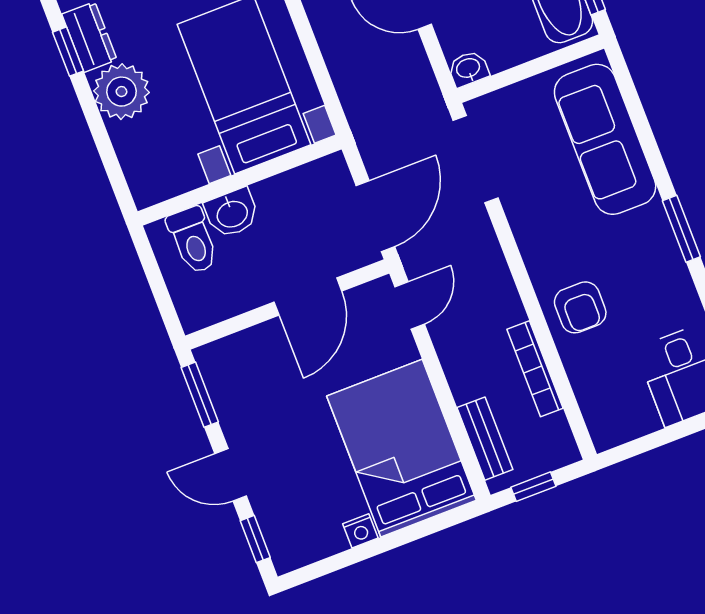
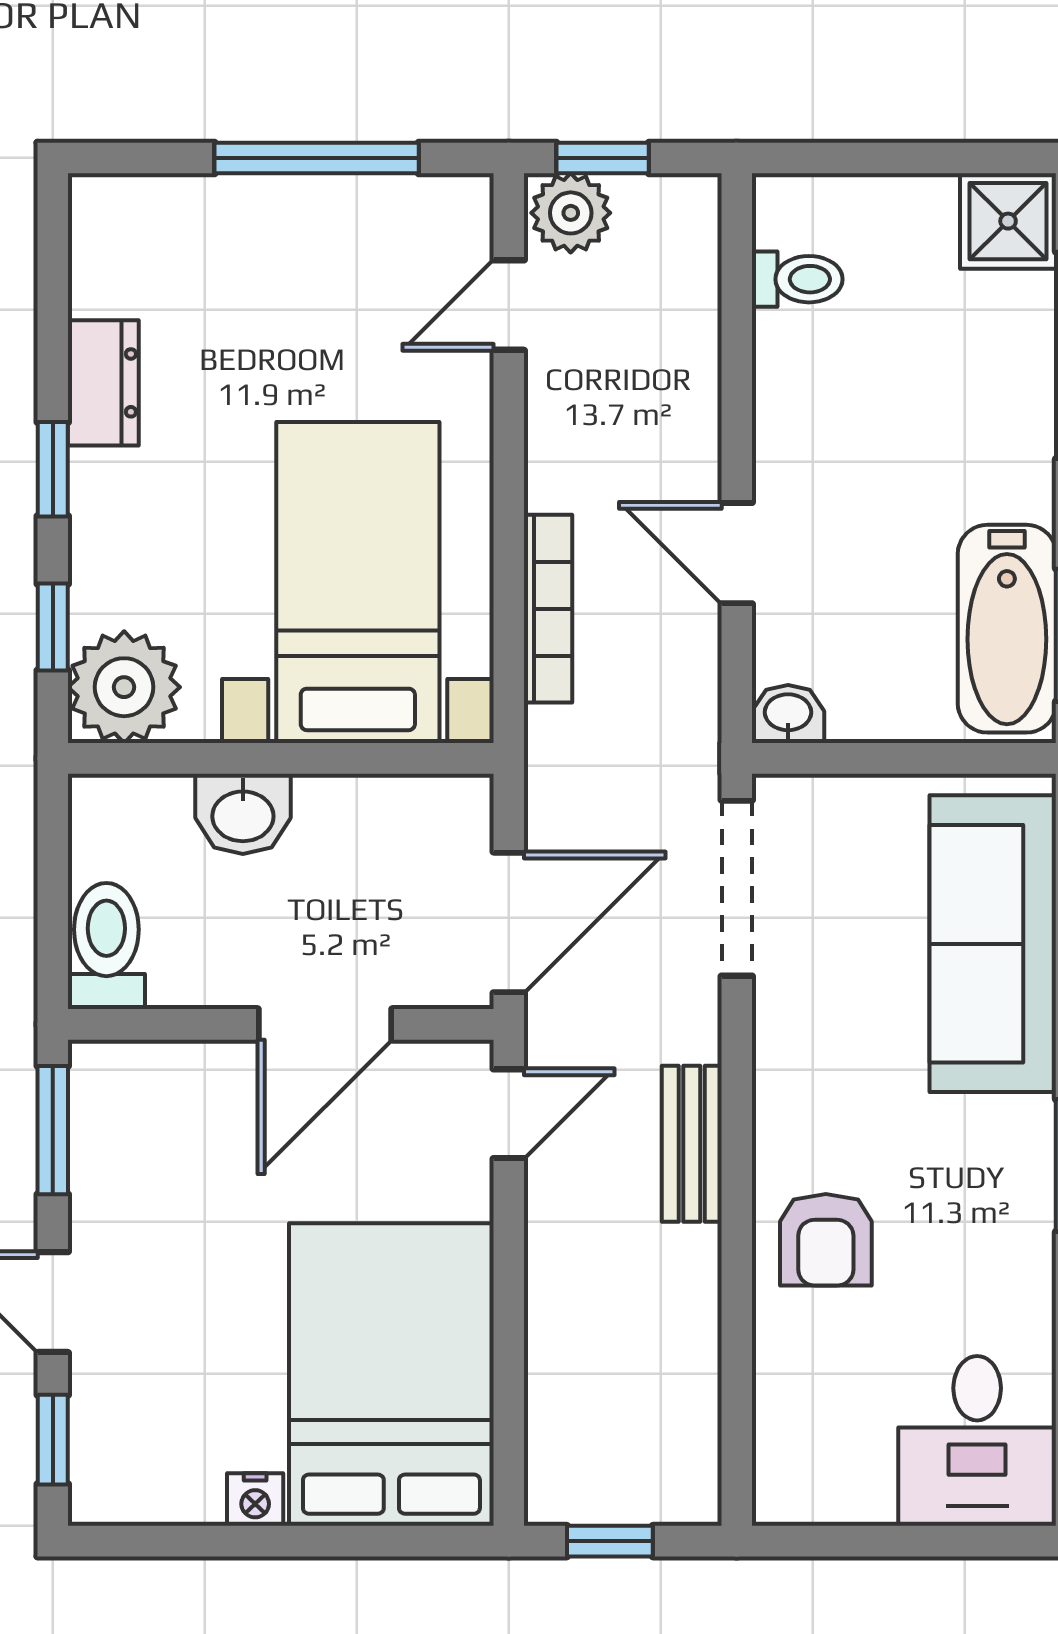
window: (68, 52) -> (53, 469), moved
plant: (122, 92) -> (124, 687), moved
window: (110, 160) -> (53, 627), added
toilet: (193, 240) -> (106, 946), moved, turned 180
bookcase: (535, 369) -> (548, 609), moved, turned 180
bench: (485, 439) -> (692, 1144), moved

